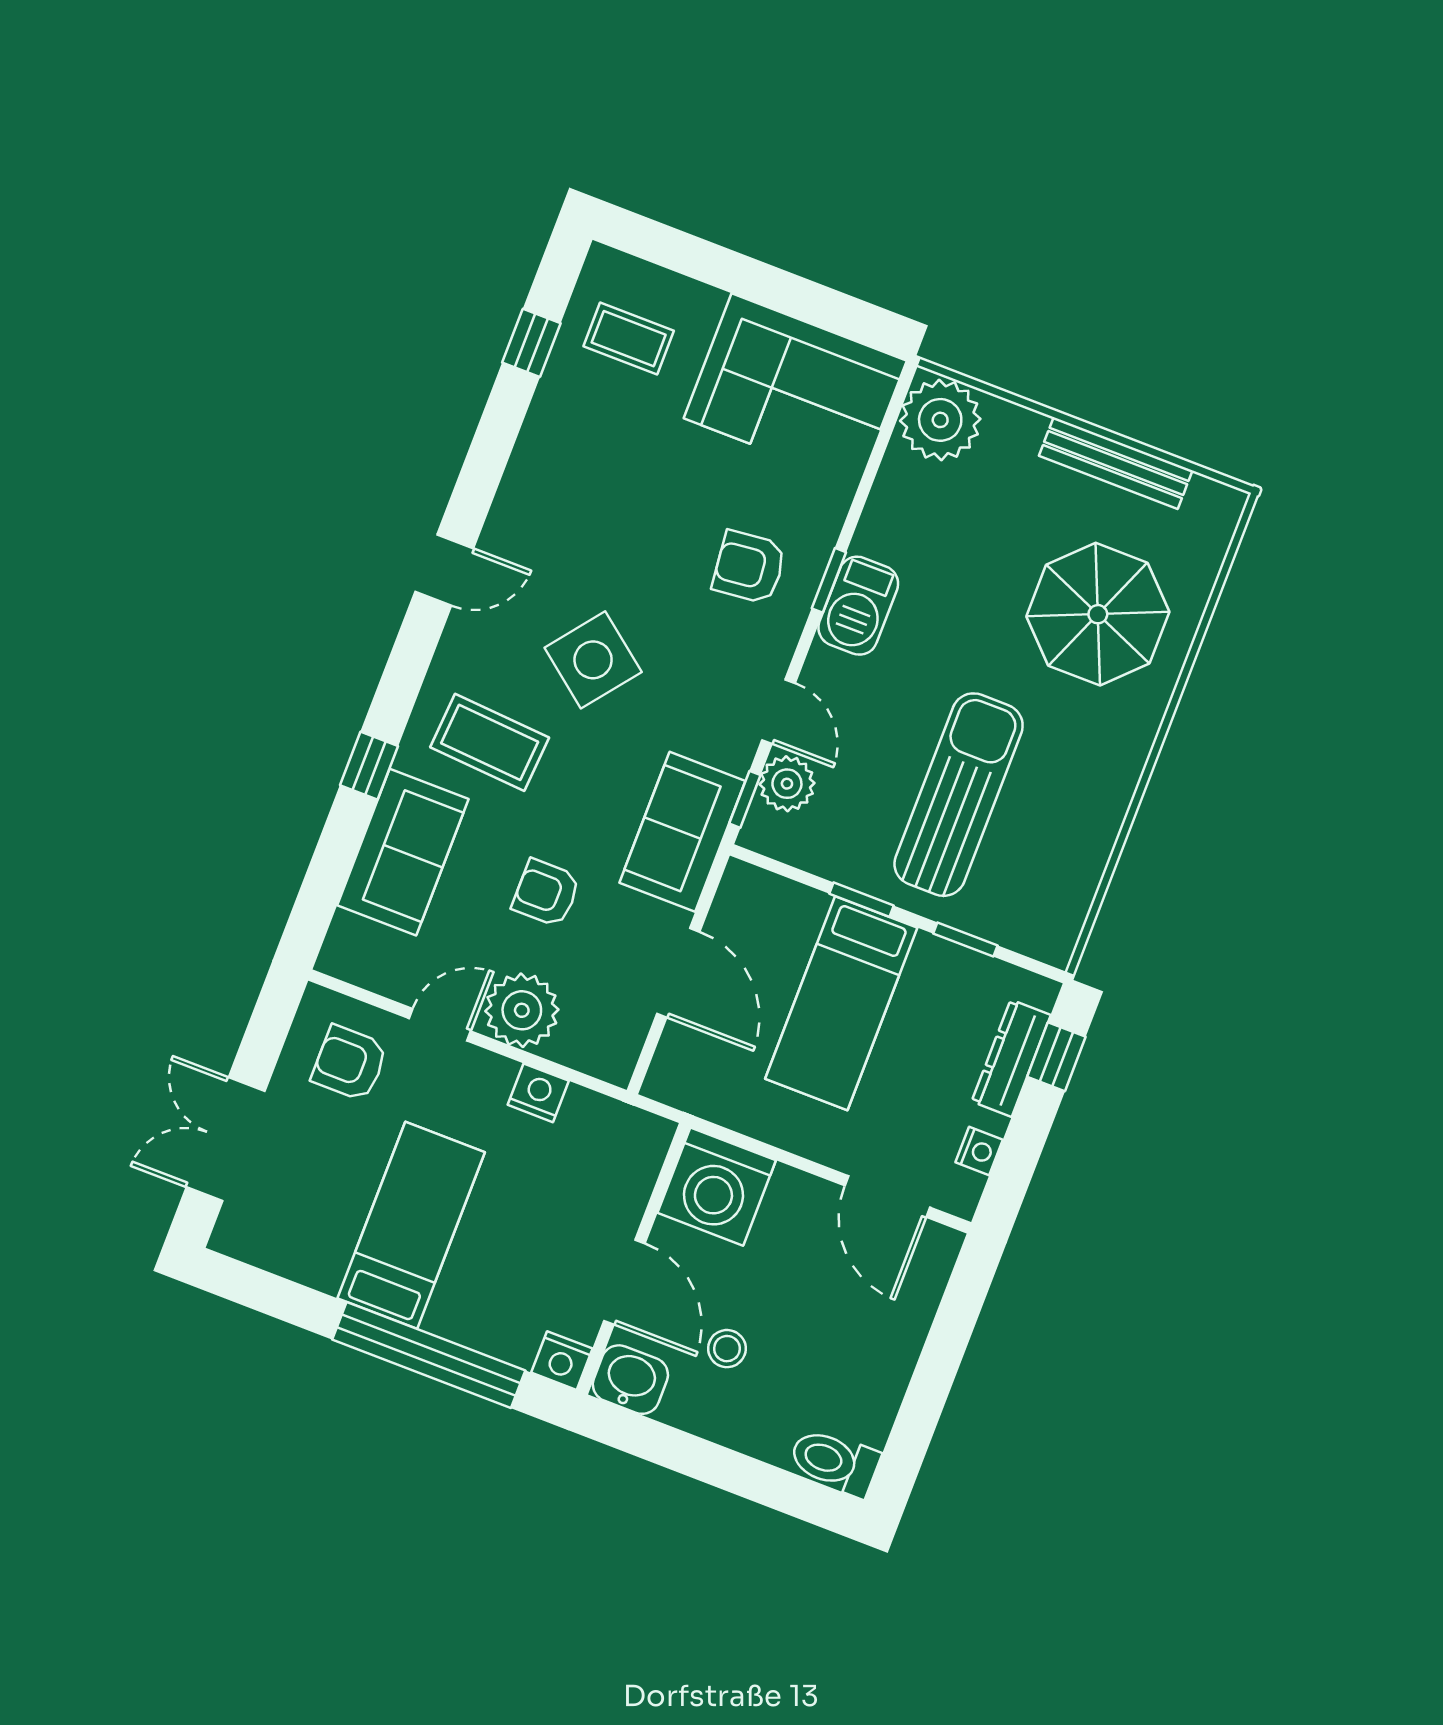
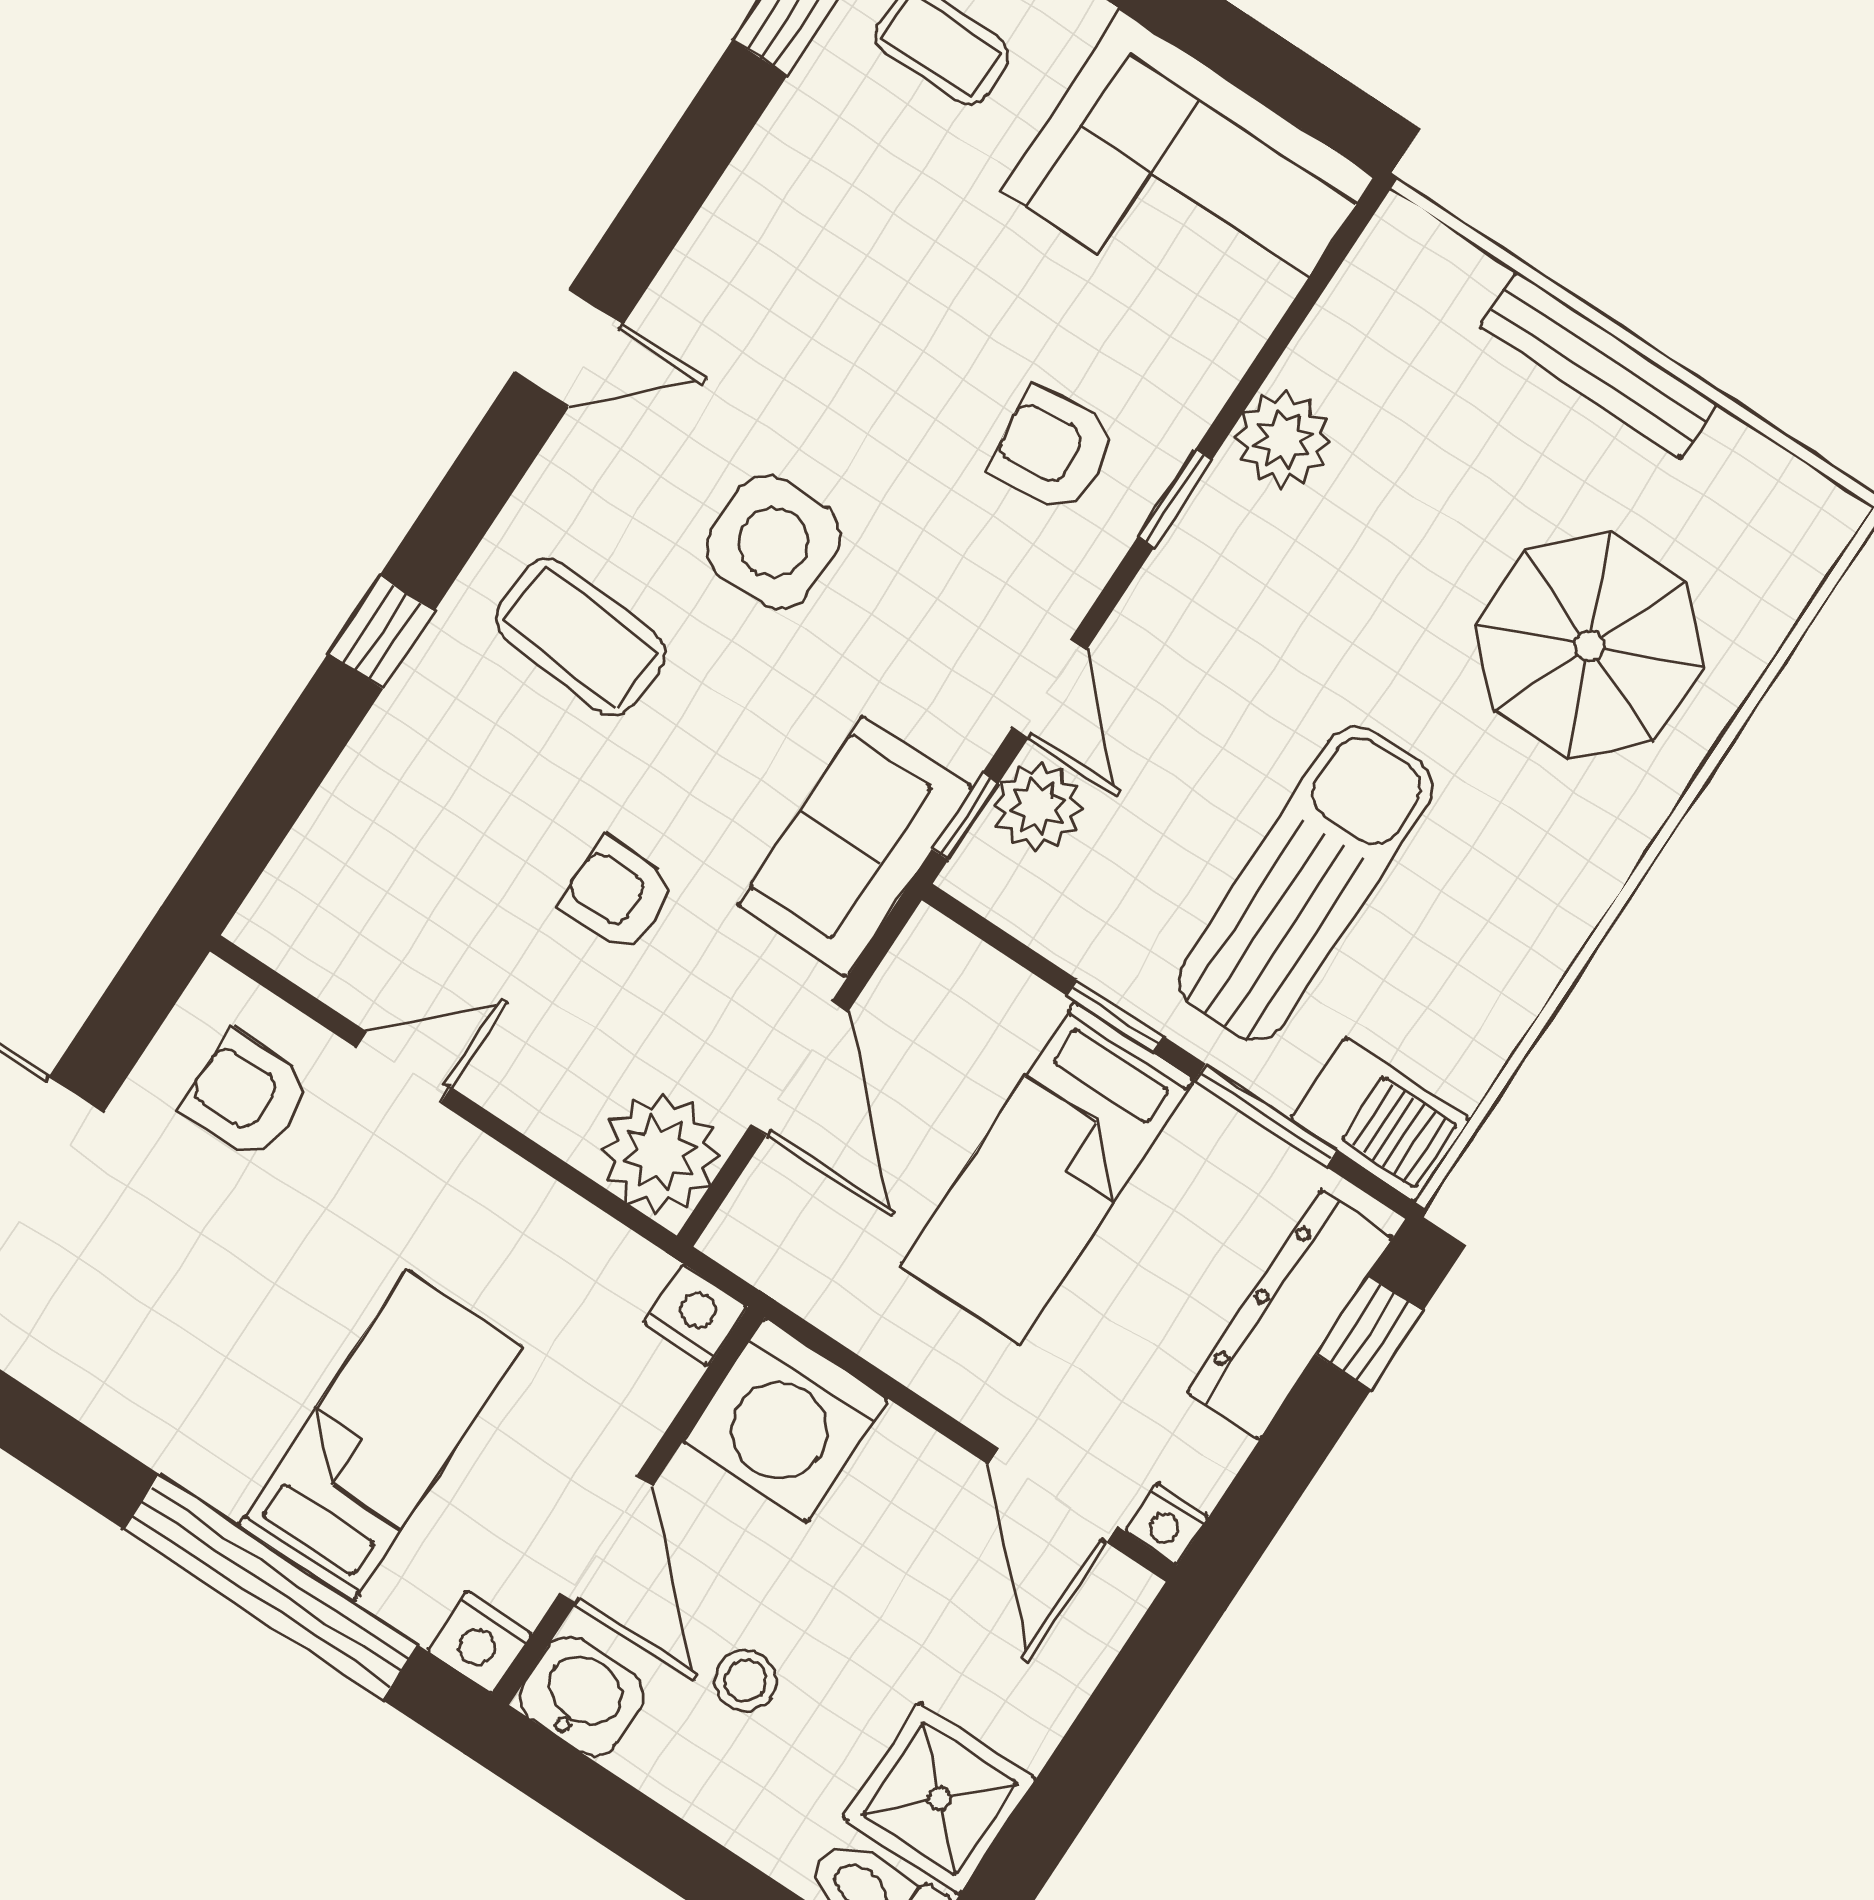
plant: (940, 420) -> (1283, 439), moved, width x0.73, depth x0.73
bench: (1116, 463) -> (1598, 365), moved
barbecue: (858, 606) -> (1380, 1120), moved, turned -90
side table: (593, 660) -> (773, 542), turned -38
sofa: (403, 852) -> (405, 781), removed
window: (965, 940) -> (1266, 1115), width x1.50
plant: (522, 1010) -> (660, 1153), moved
dresser: (1011, 1058) -> (1290, 1315), width x1.37, depth x1.24
nightstand: (538, 1093) -> (695, 1315), moved
nightstand: (979, 1151) -> (1167, 1524), moved, turned 90
bed: (411, 1225) -> (380, 1436), moved
shower: (859, 1394) -> (940, 1798), added

